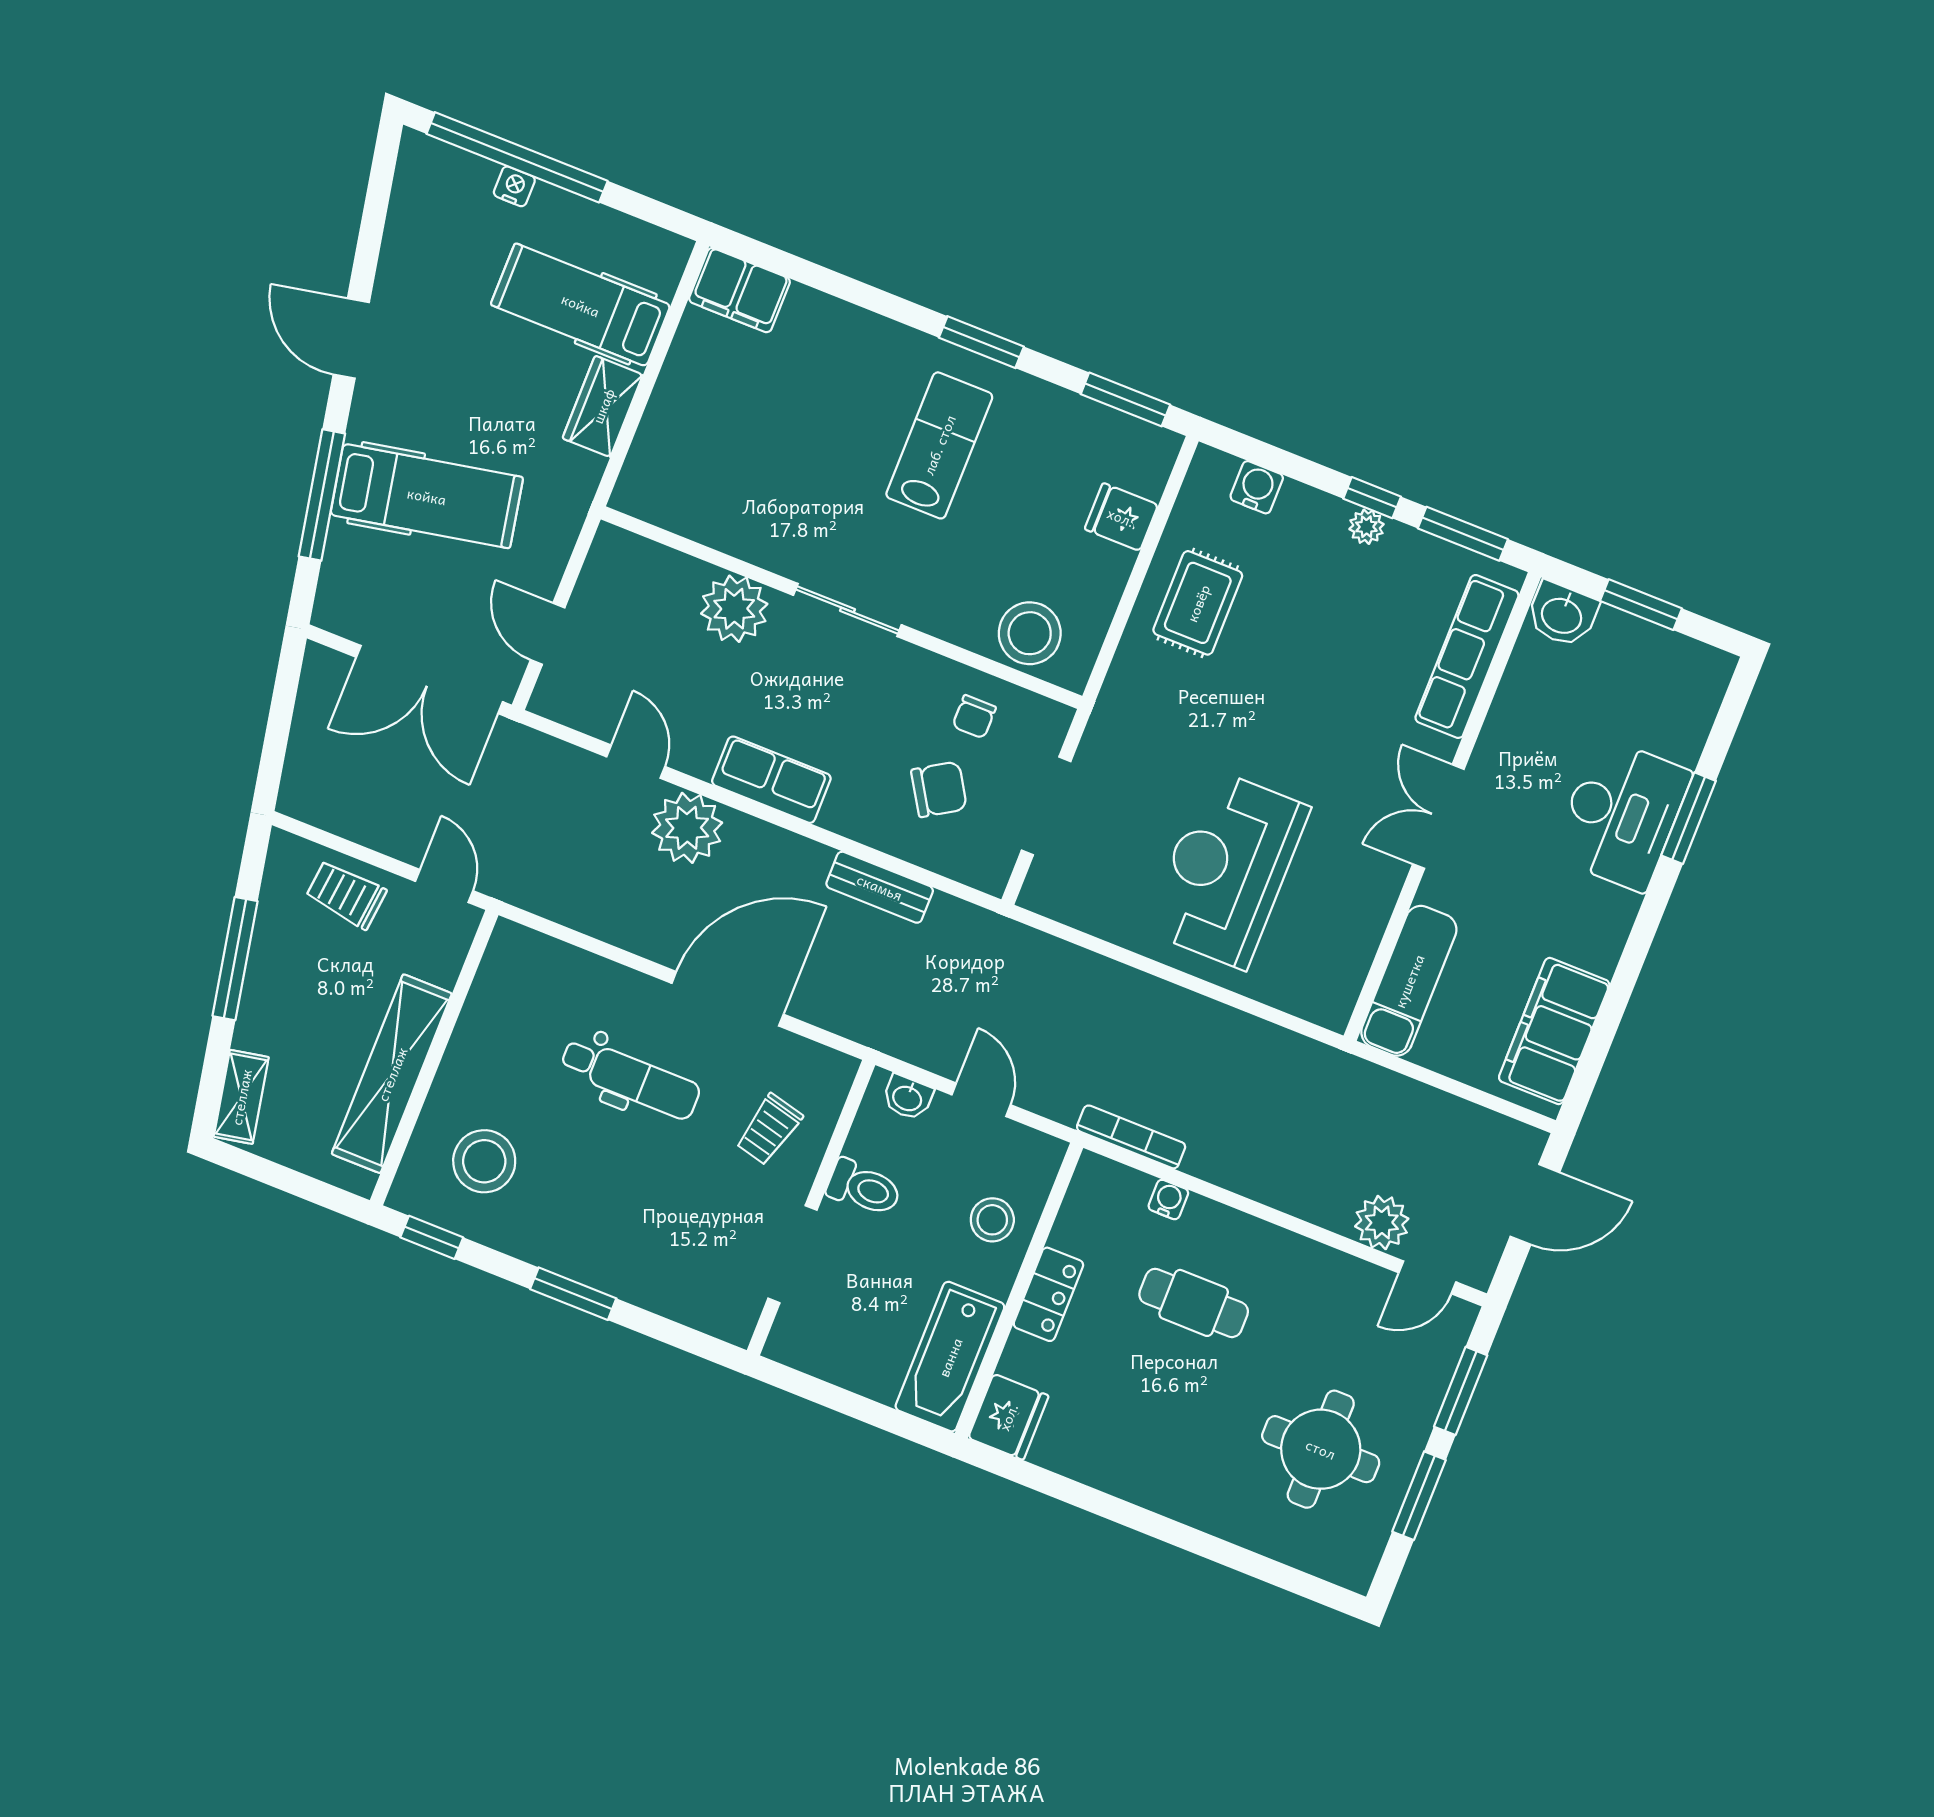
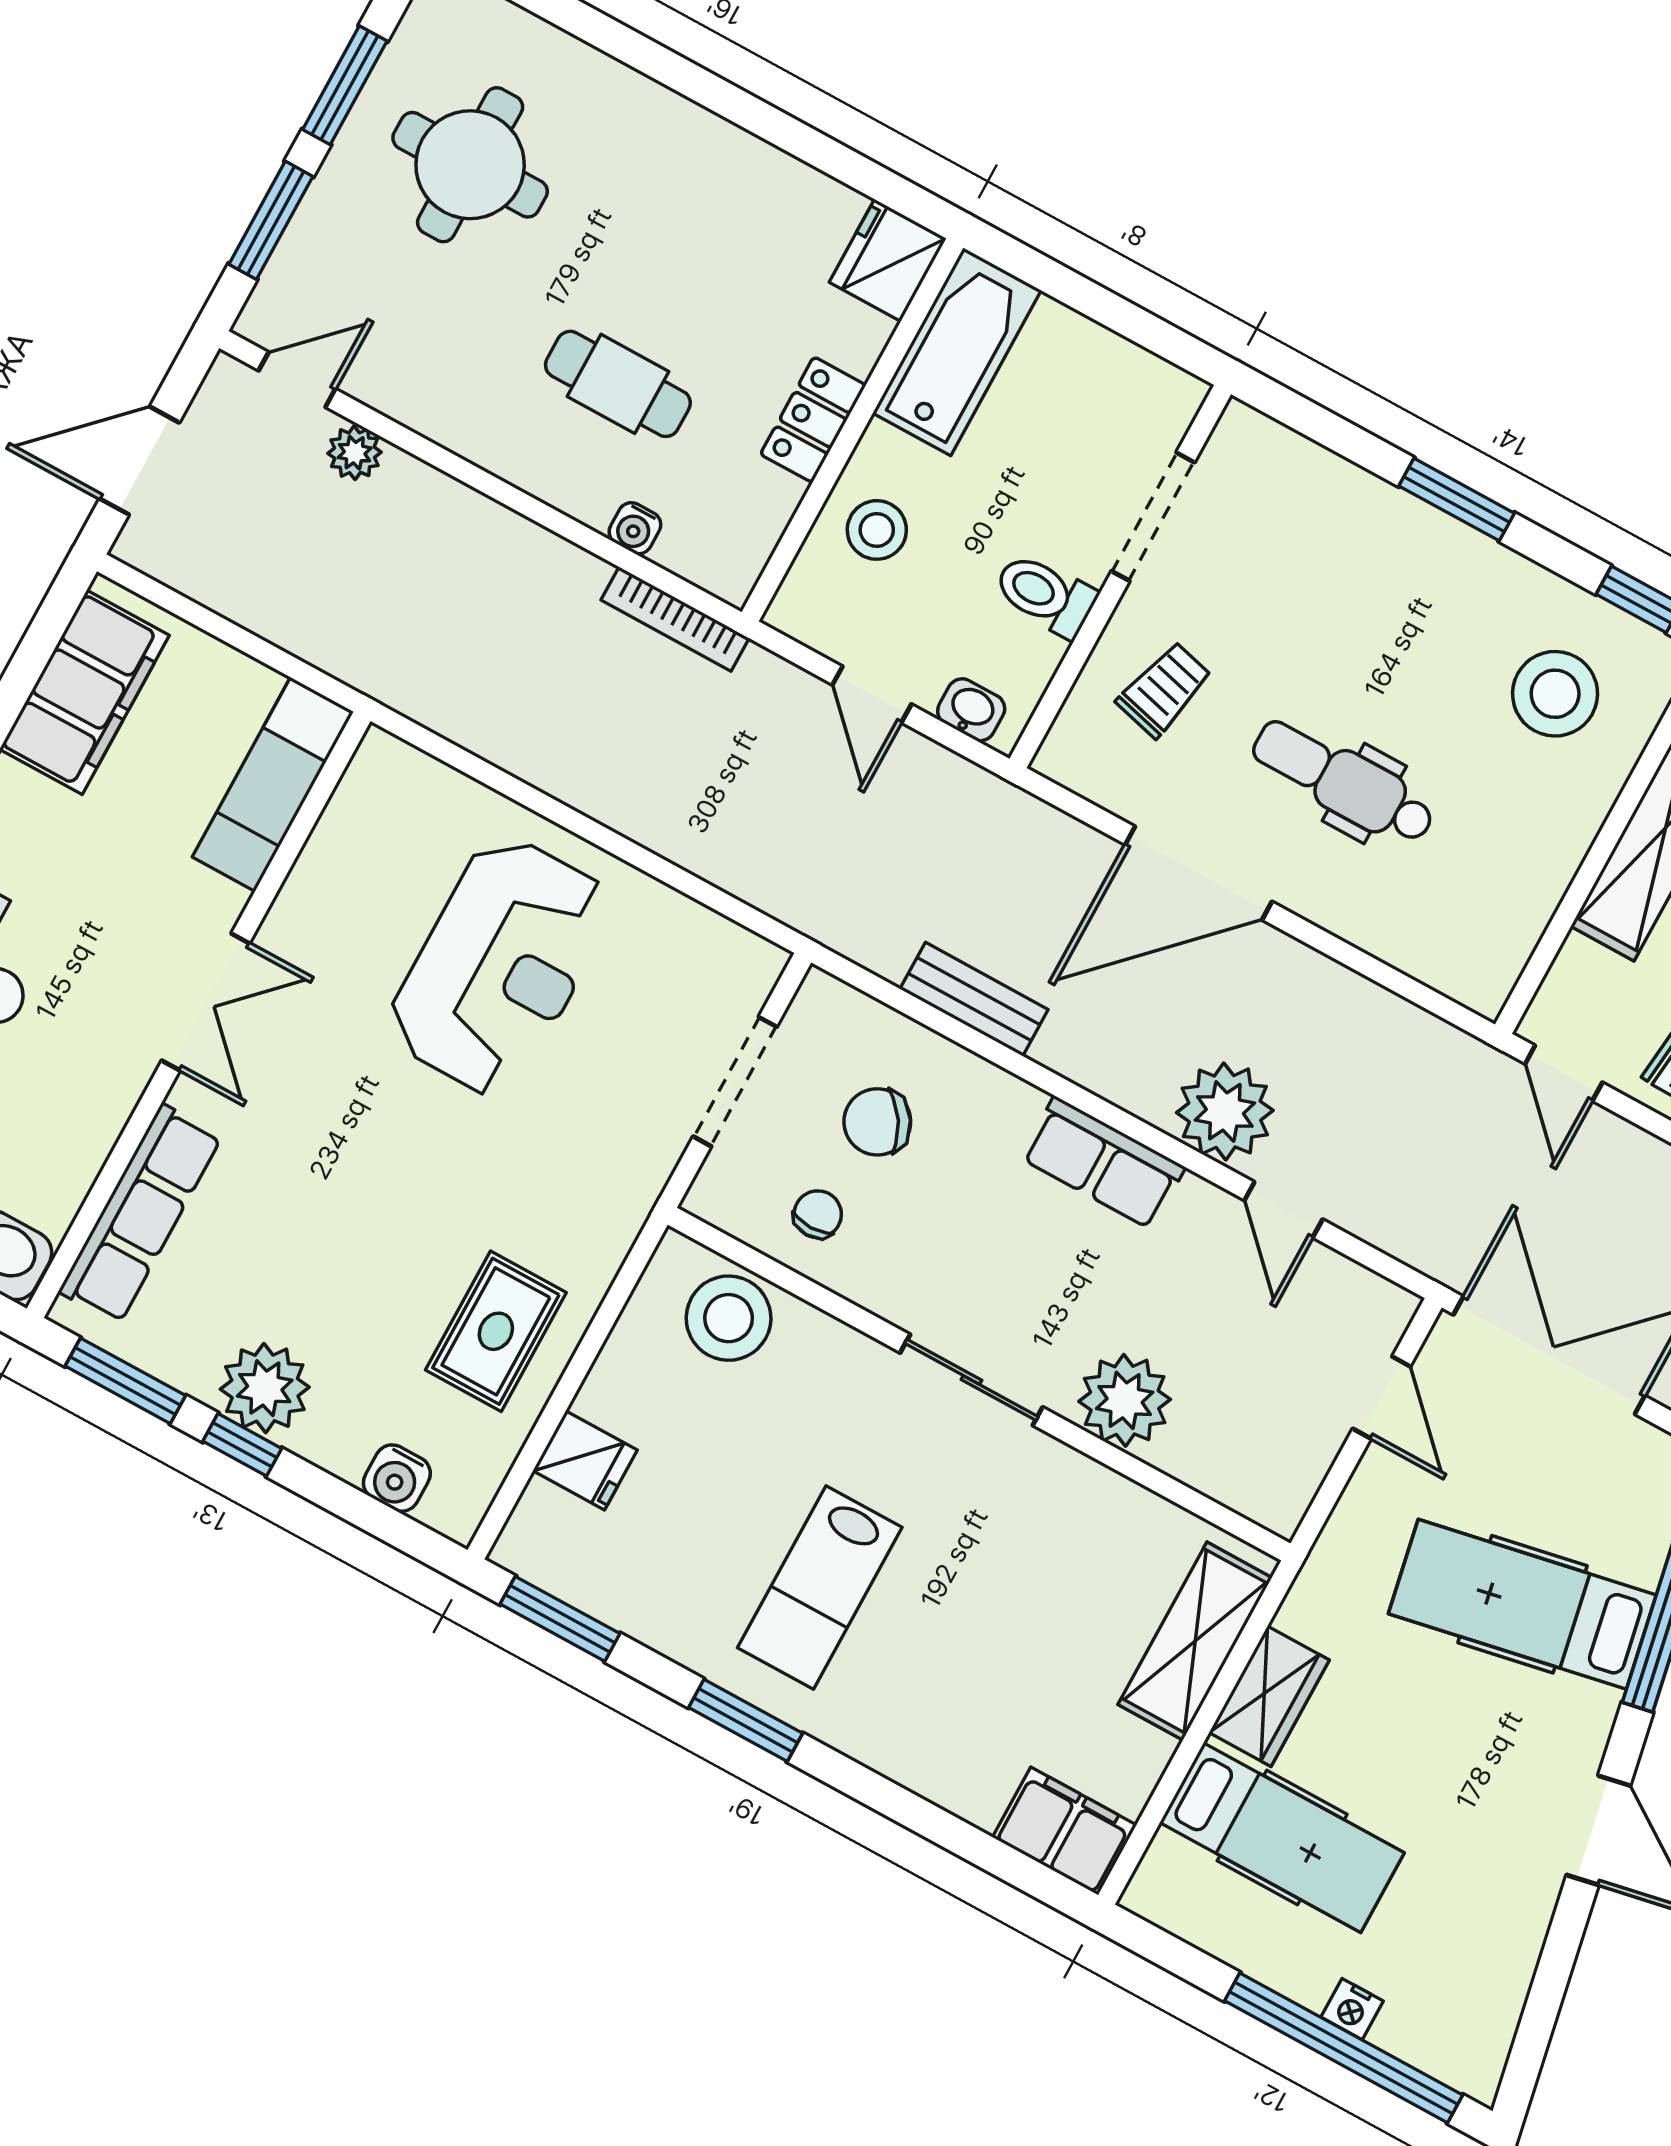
shelving: (662, 440) -> (1195, 1641), added
plant: (1366, 527) -> (265, 1388), width x1.87, depth x1.87
plant: (1382, 1222) -> (355, 453), width x0.73, depth x0.73

